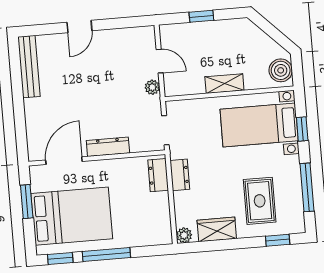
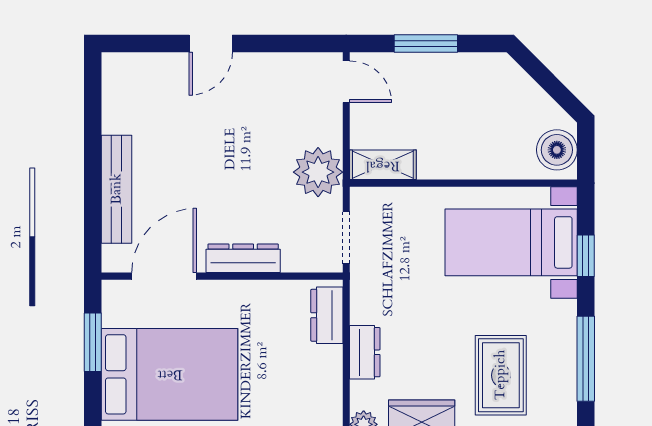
window: (201, 16) -> (426, 43), width x1.50
door: (160, 61) -> (346, 82), moved
bench: (29, 67) -> (117, 189), moved
shelving: (224, 84) -> (383, 165), moved
plant: (152, 87) -> (318, 172), width x1.88, depth x1.88
dresser: (180, 175) -> (365, 352), moved

